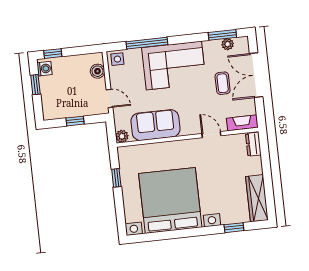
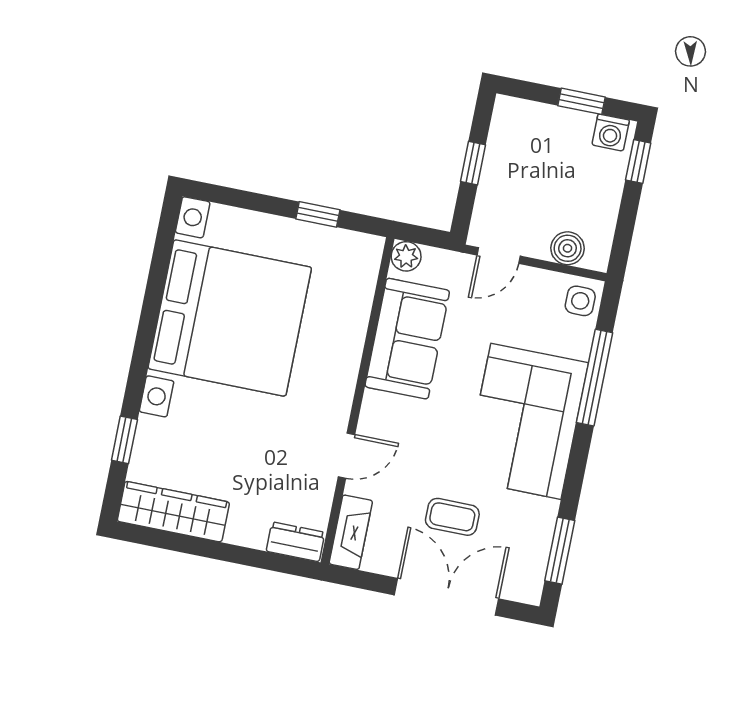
plant: (228, 44) -> (535, 555), removed

